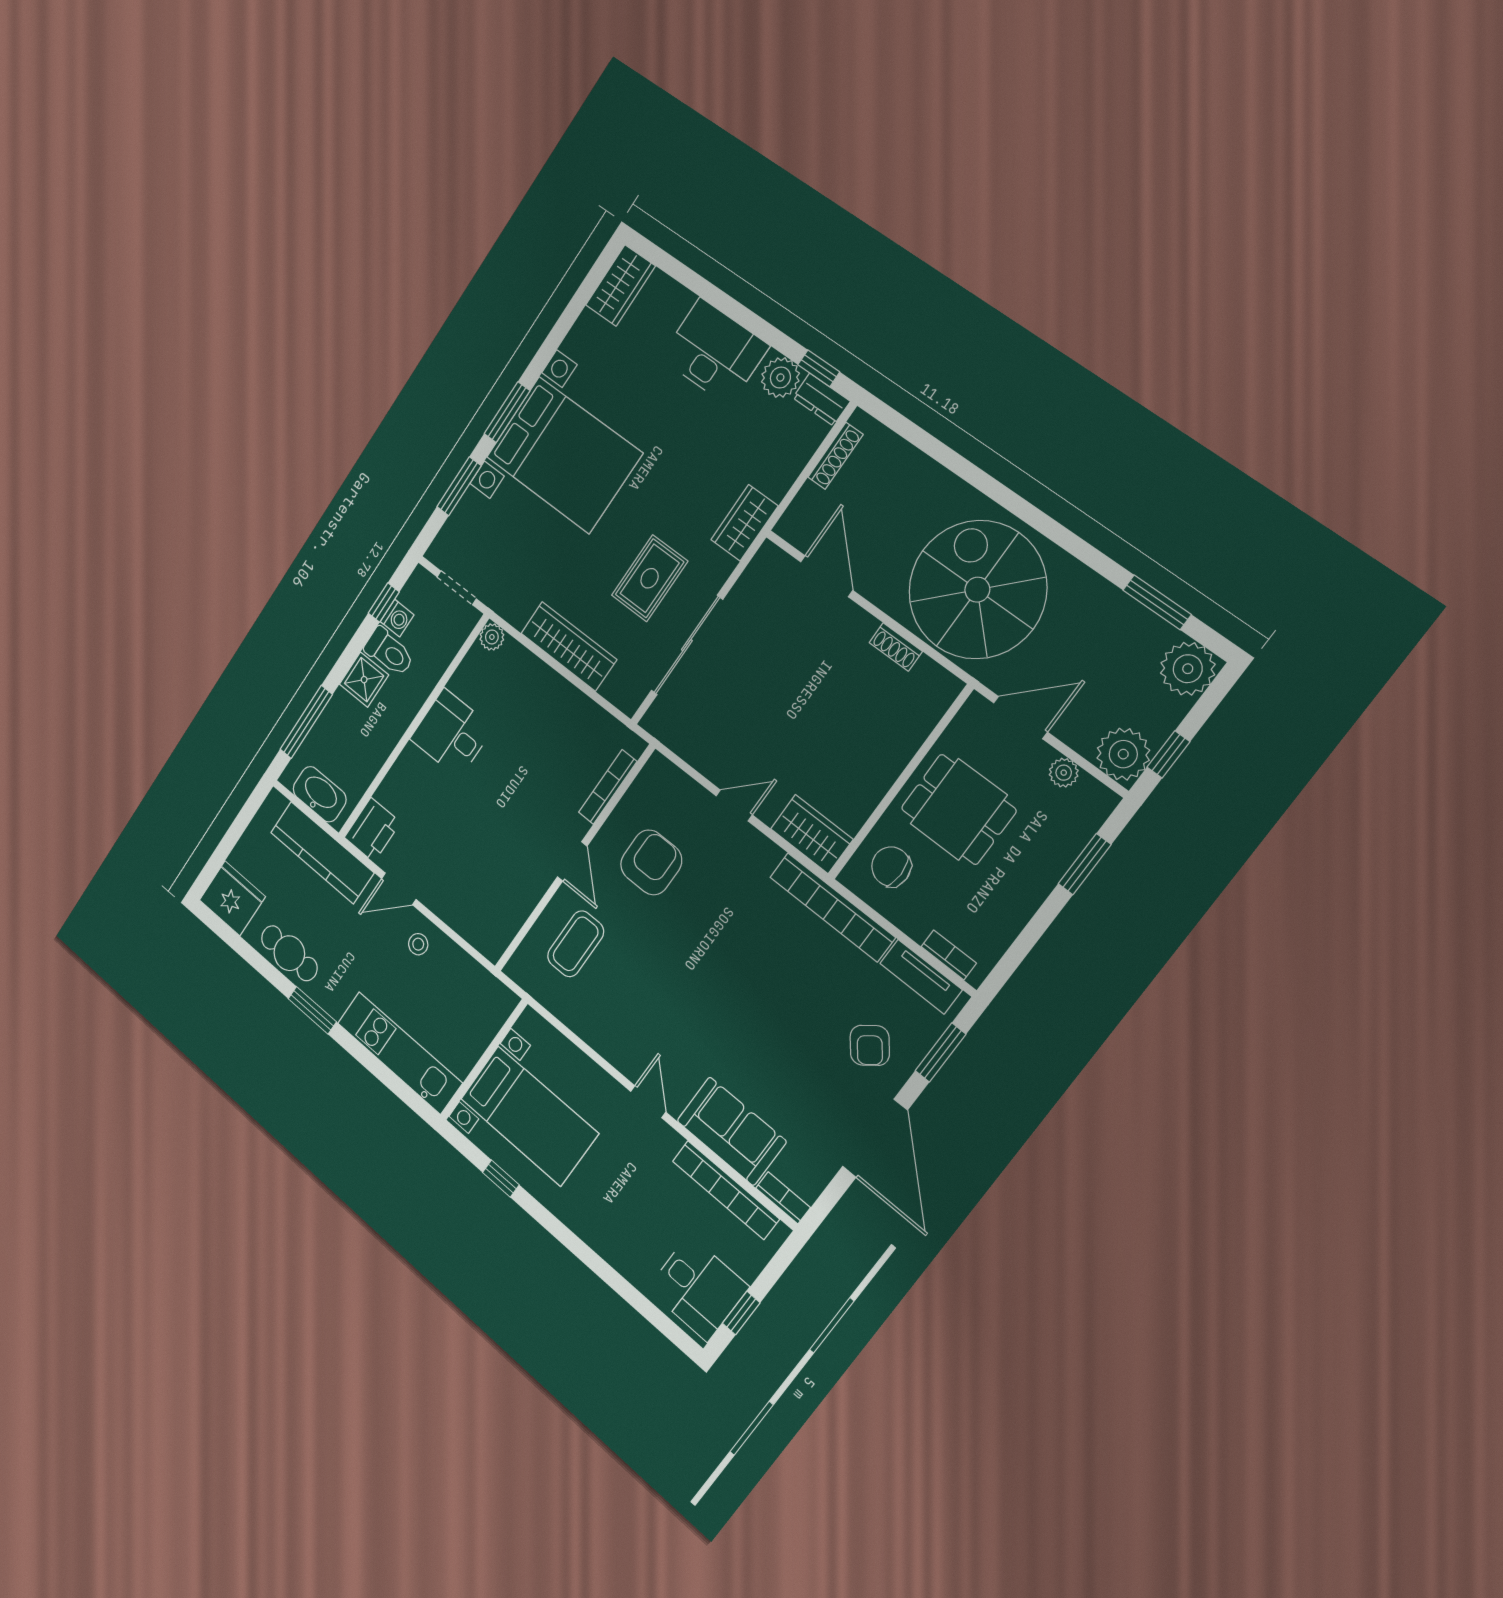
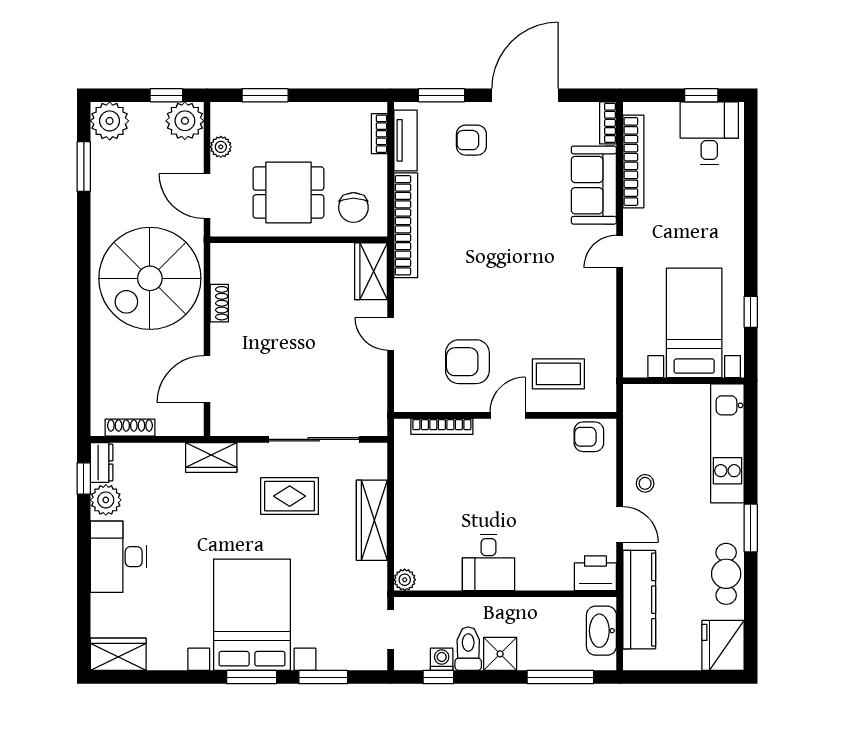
dining table: (959, 809) -> (288, 192), turned 90
armchair: (497, 925) -> (589, 437), added
armchair: (870, 1045) -> (471, 140), turned -142

